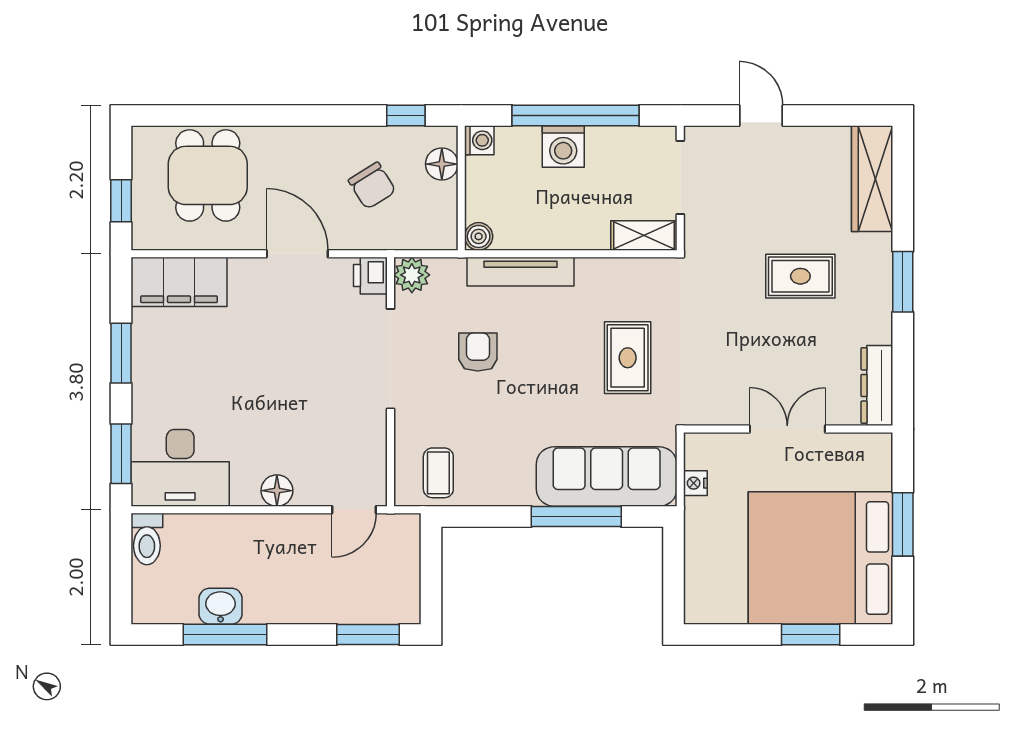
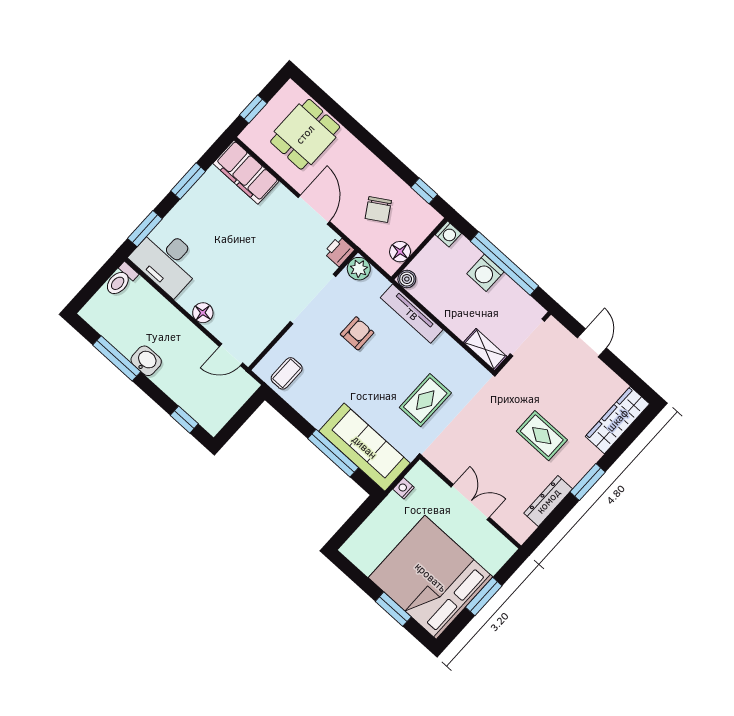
floor lamp: (442, 164) -> (400, 252), moved
dresser: (877, 385) -> (548, 501), moved
washbasin: (221, 606) -> (146, 361), moved
window: (368, 634) -> (184, 420), width x0.67

